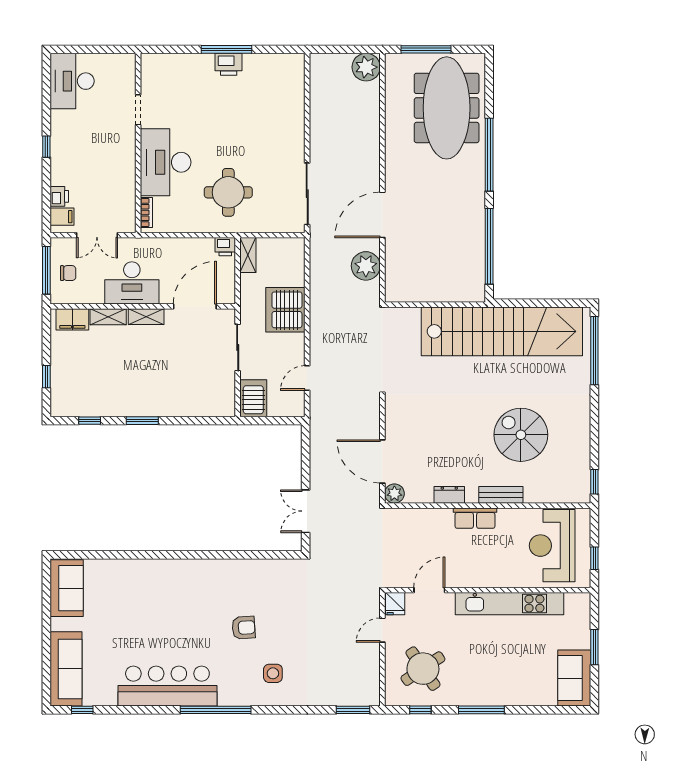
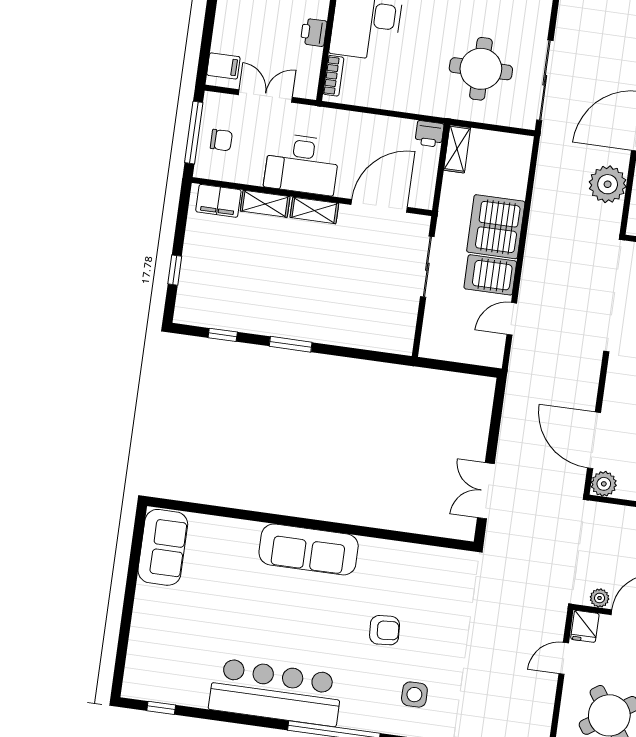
round table: (228, 192) -> (481, 69), moved
printer: (59, 196) -> (314, 32), moved, turned 180
double door: (97, 235) -> (265, 96), swing flipped
server rack: (253, 398) -> (490, 275), moved, turned -90
plant: (403, 581) -> (600, 598), added
sofa: (66, 669) -> (309, 549), moved, turned 90

